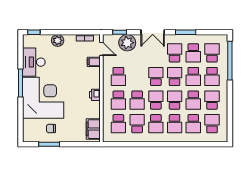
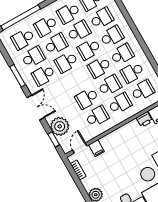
school desk: (156, 76) -> (87, 98), moved
school desk: (212, 76) -> (46, 26), turned 180
printer: (95, 95) -> (144, 120), moved

